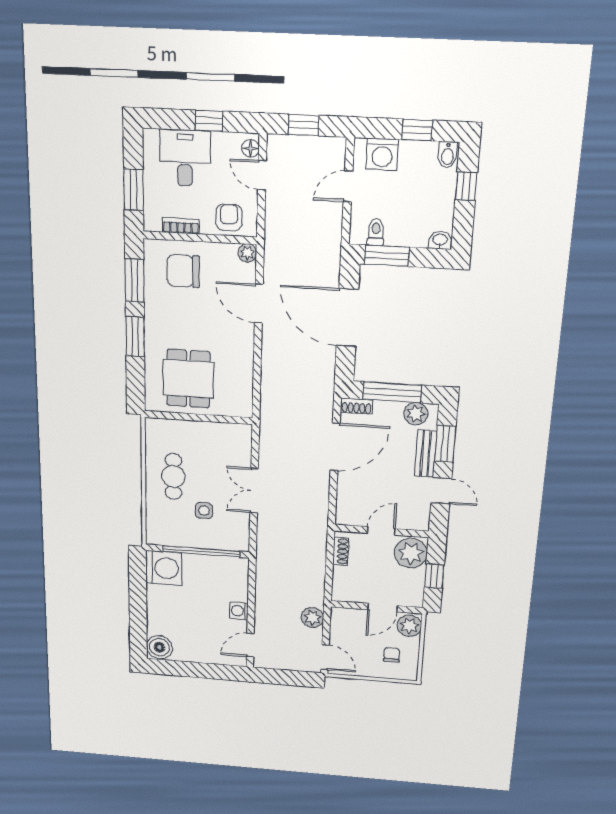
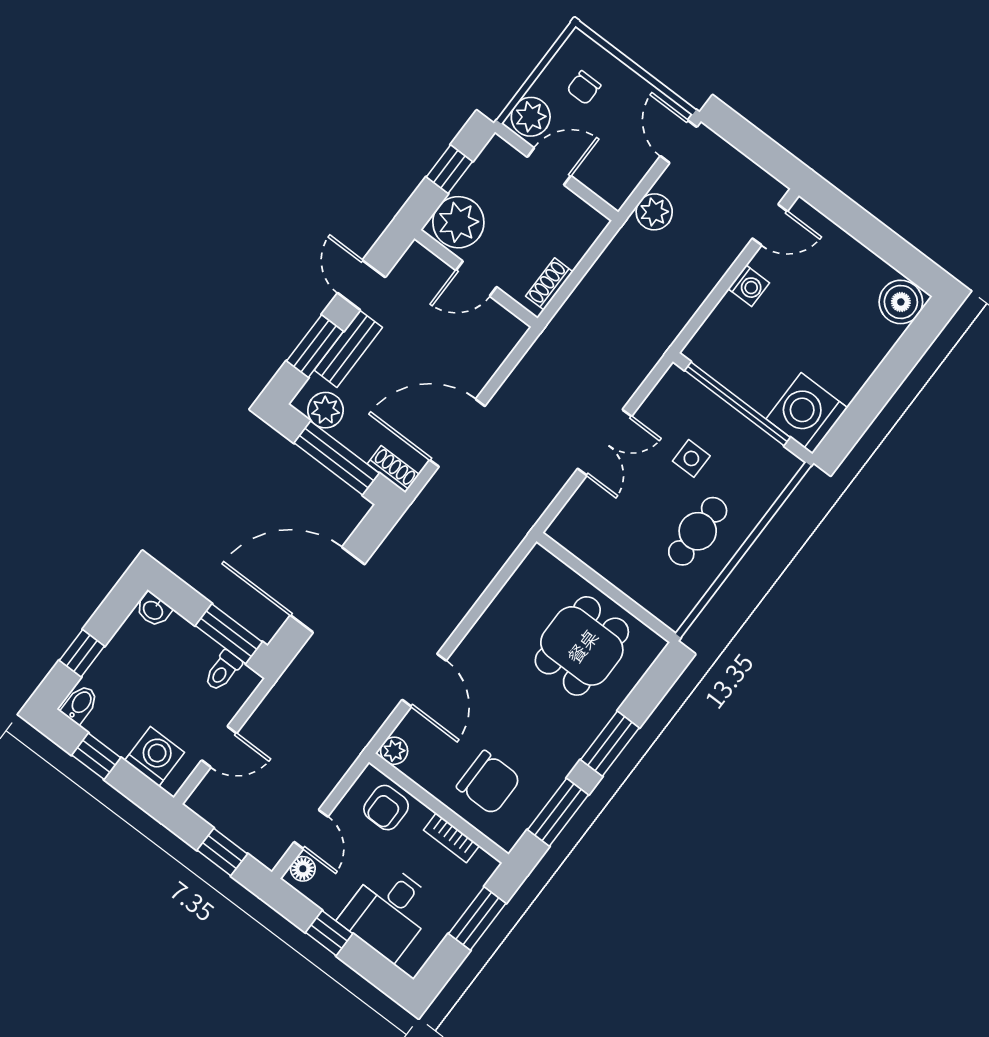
door: (347, 318) -> (328, 590), swing flipped

